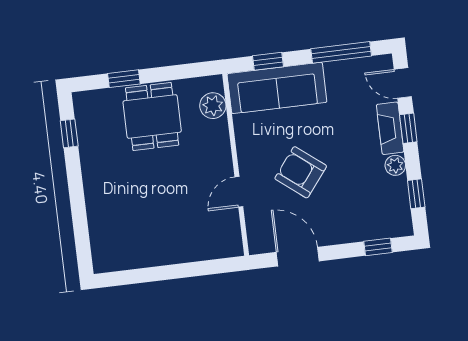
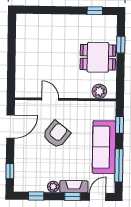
sofa: (277, 88) -> (104, 147), moved

